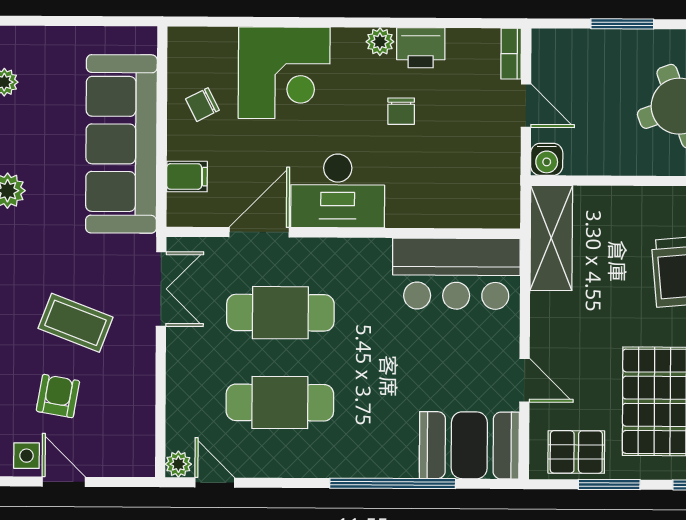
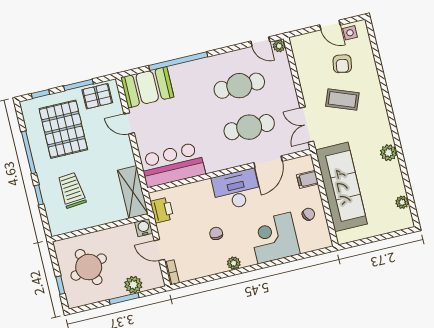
printer: (421, 48) -> (162, 210), moved, turned 90
plant: (597, 48) -> (133, 285), added

